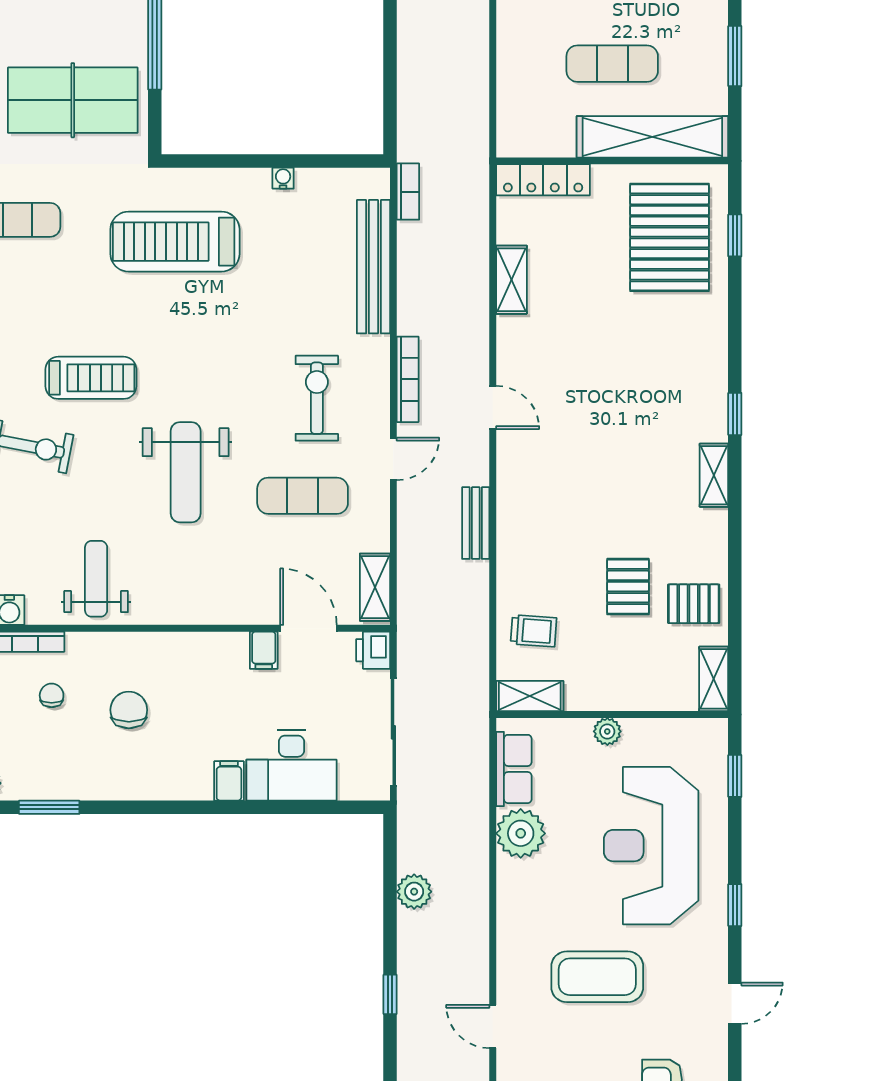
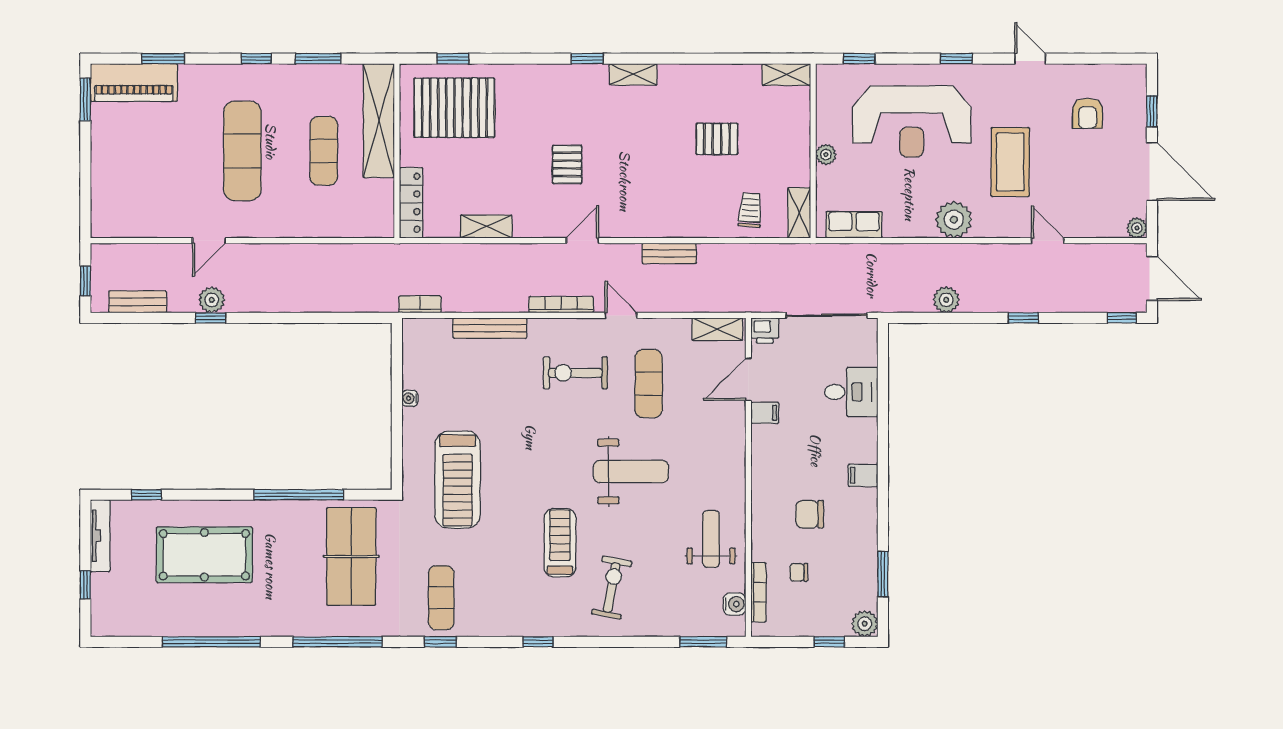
bench: (373, 267) -> (490, 328), width x0.73, depth x0.82
weight bench: (96, 579) -> (711, 539), turned 90
pallet: (694, 604) -> (567, 164), moved
desk: (291, 765) -> (851, 392), width x0.73
filing cabinet: (229, 781) -> (863, 475), moved
plant: (521, 833) -> (954, 220), moved
door: (493, 1026) -> (1048, 241), swing flipped

